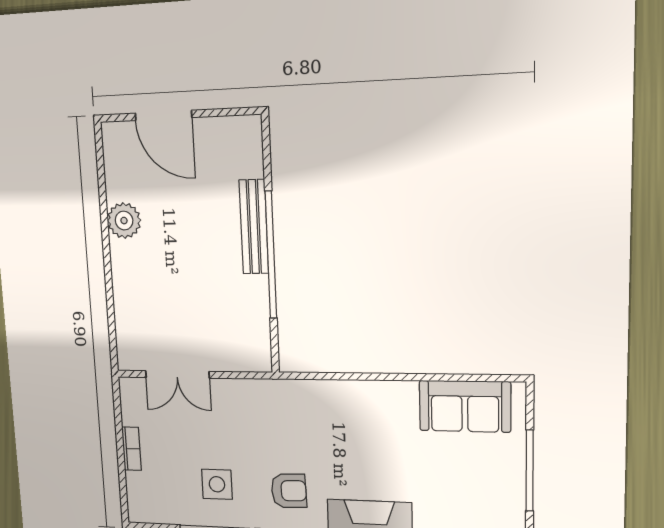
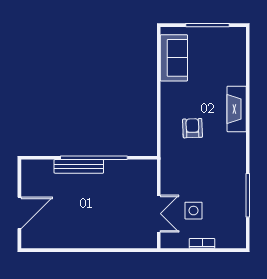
plant: (124, 221) -> (74, 239), removed
side table: (217, 484) -> (193, 211), moved
armchair: (289, 491) -> (193, 128), moved

